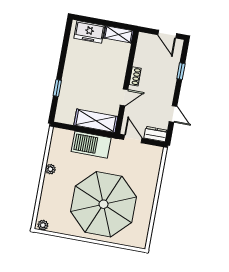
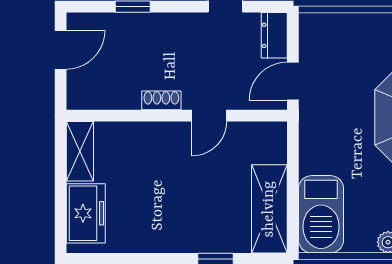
door: (124, 97) -> (209, 116), swing flipped
shelving: (96, 121) -> (269, 209), moved
barbecue: (91, 145) -> (321, 214), moved

